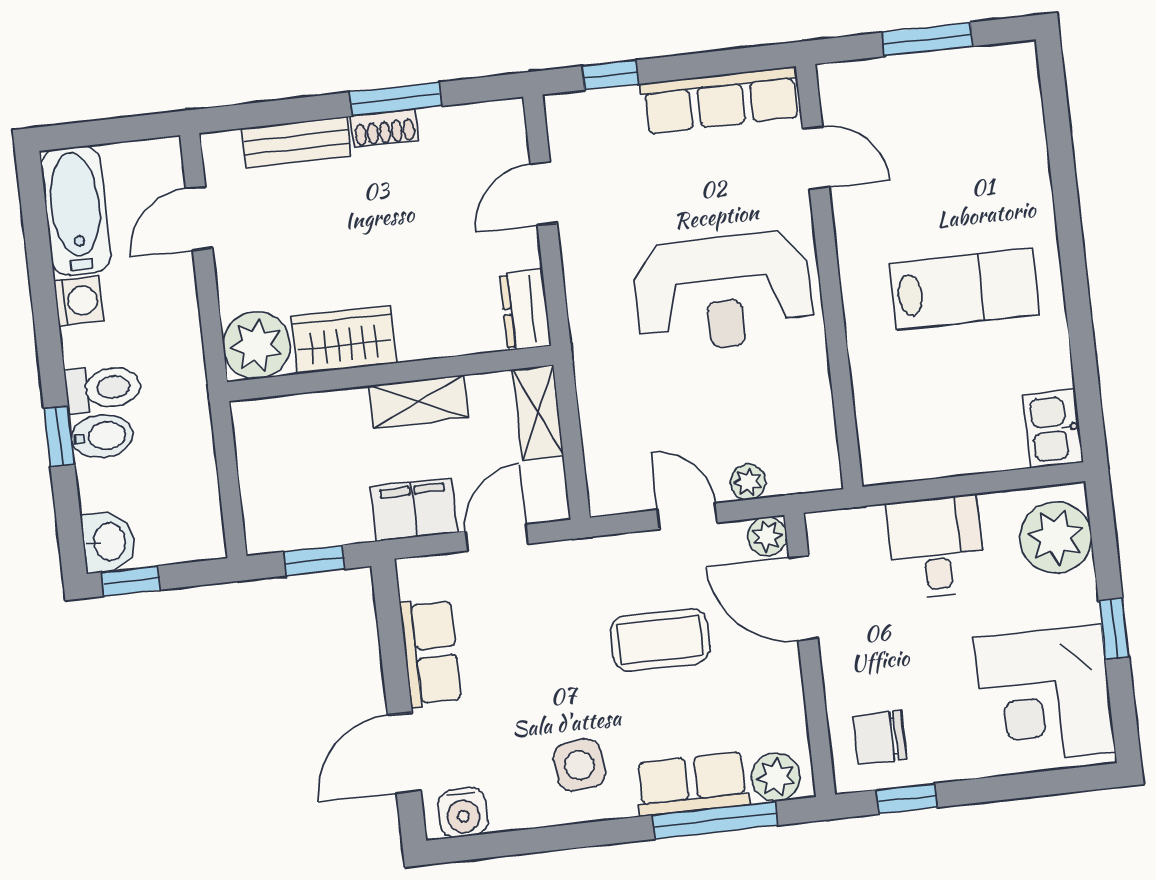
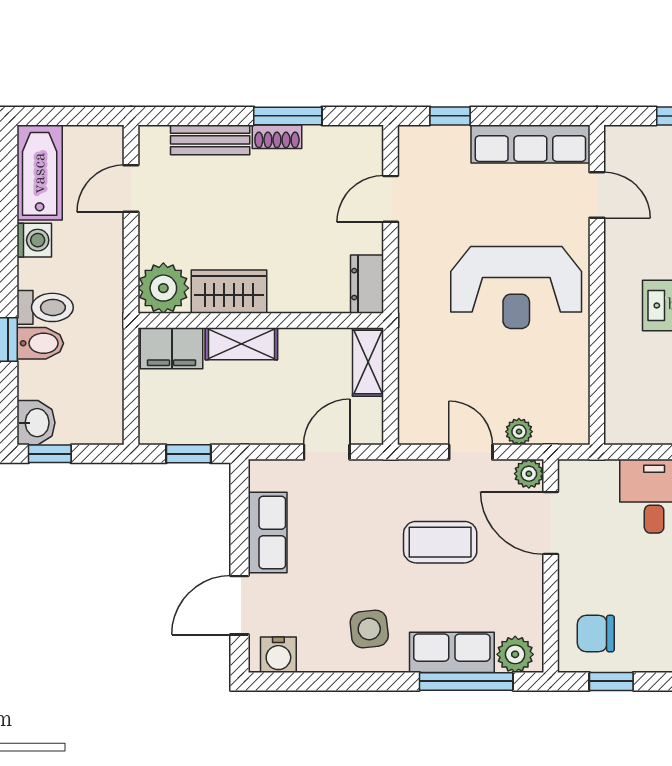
shelving: (419, 401) -> (241, 344), moved
filing cabinet: (414, 510) -> (172, 348), moved, turned 180

